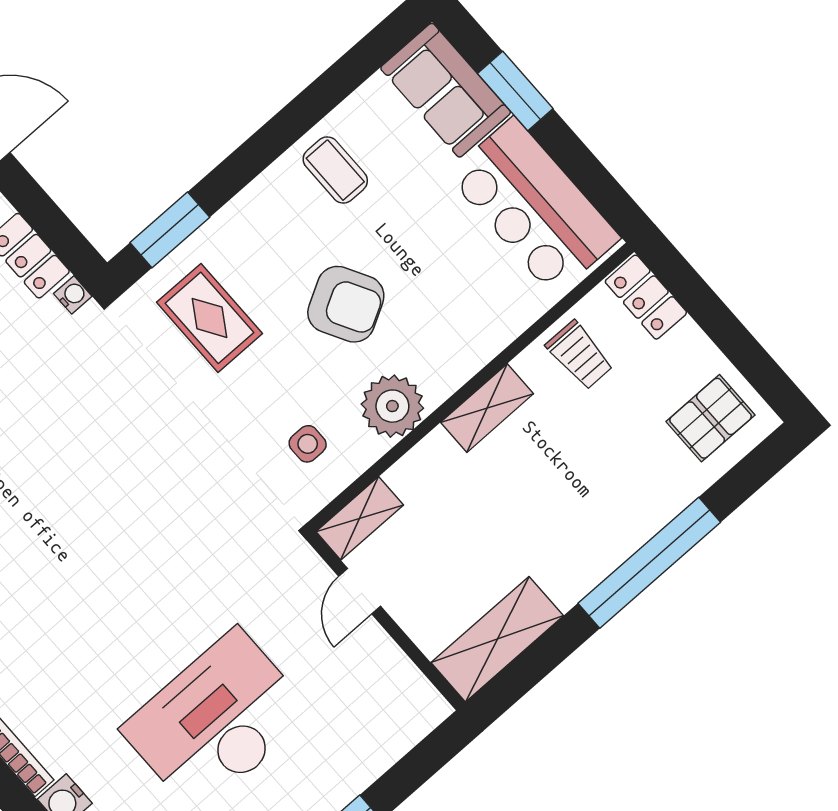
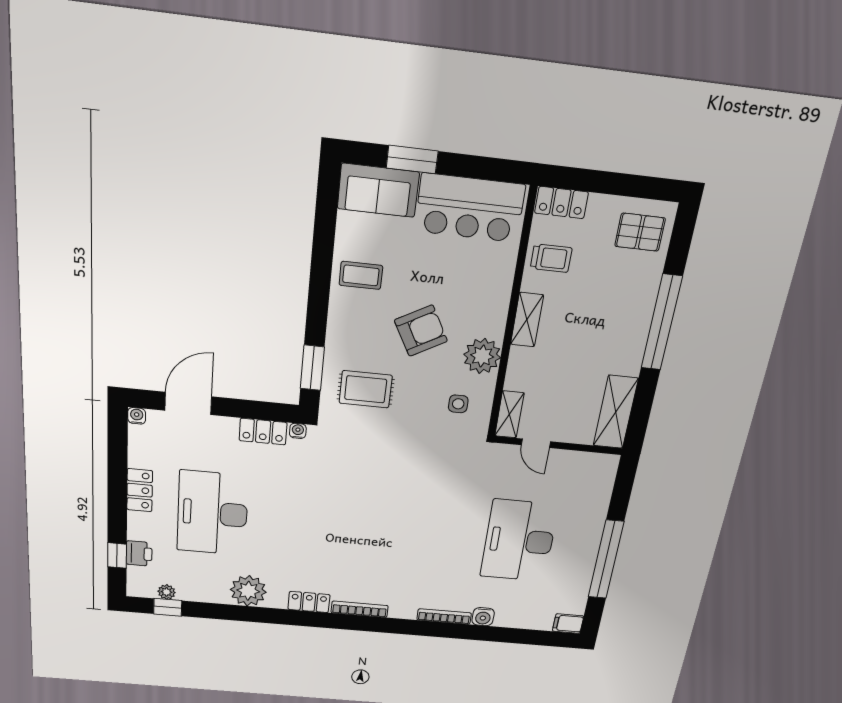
pallet: (711, 418) -> (640, 232), turned 90

